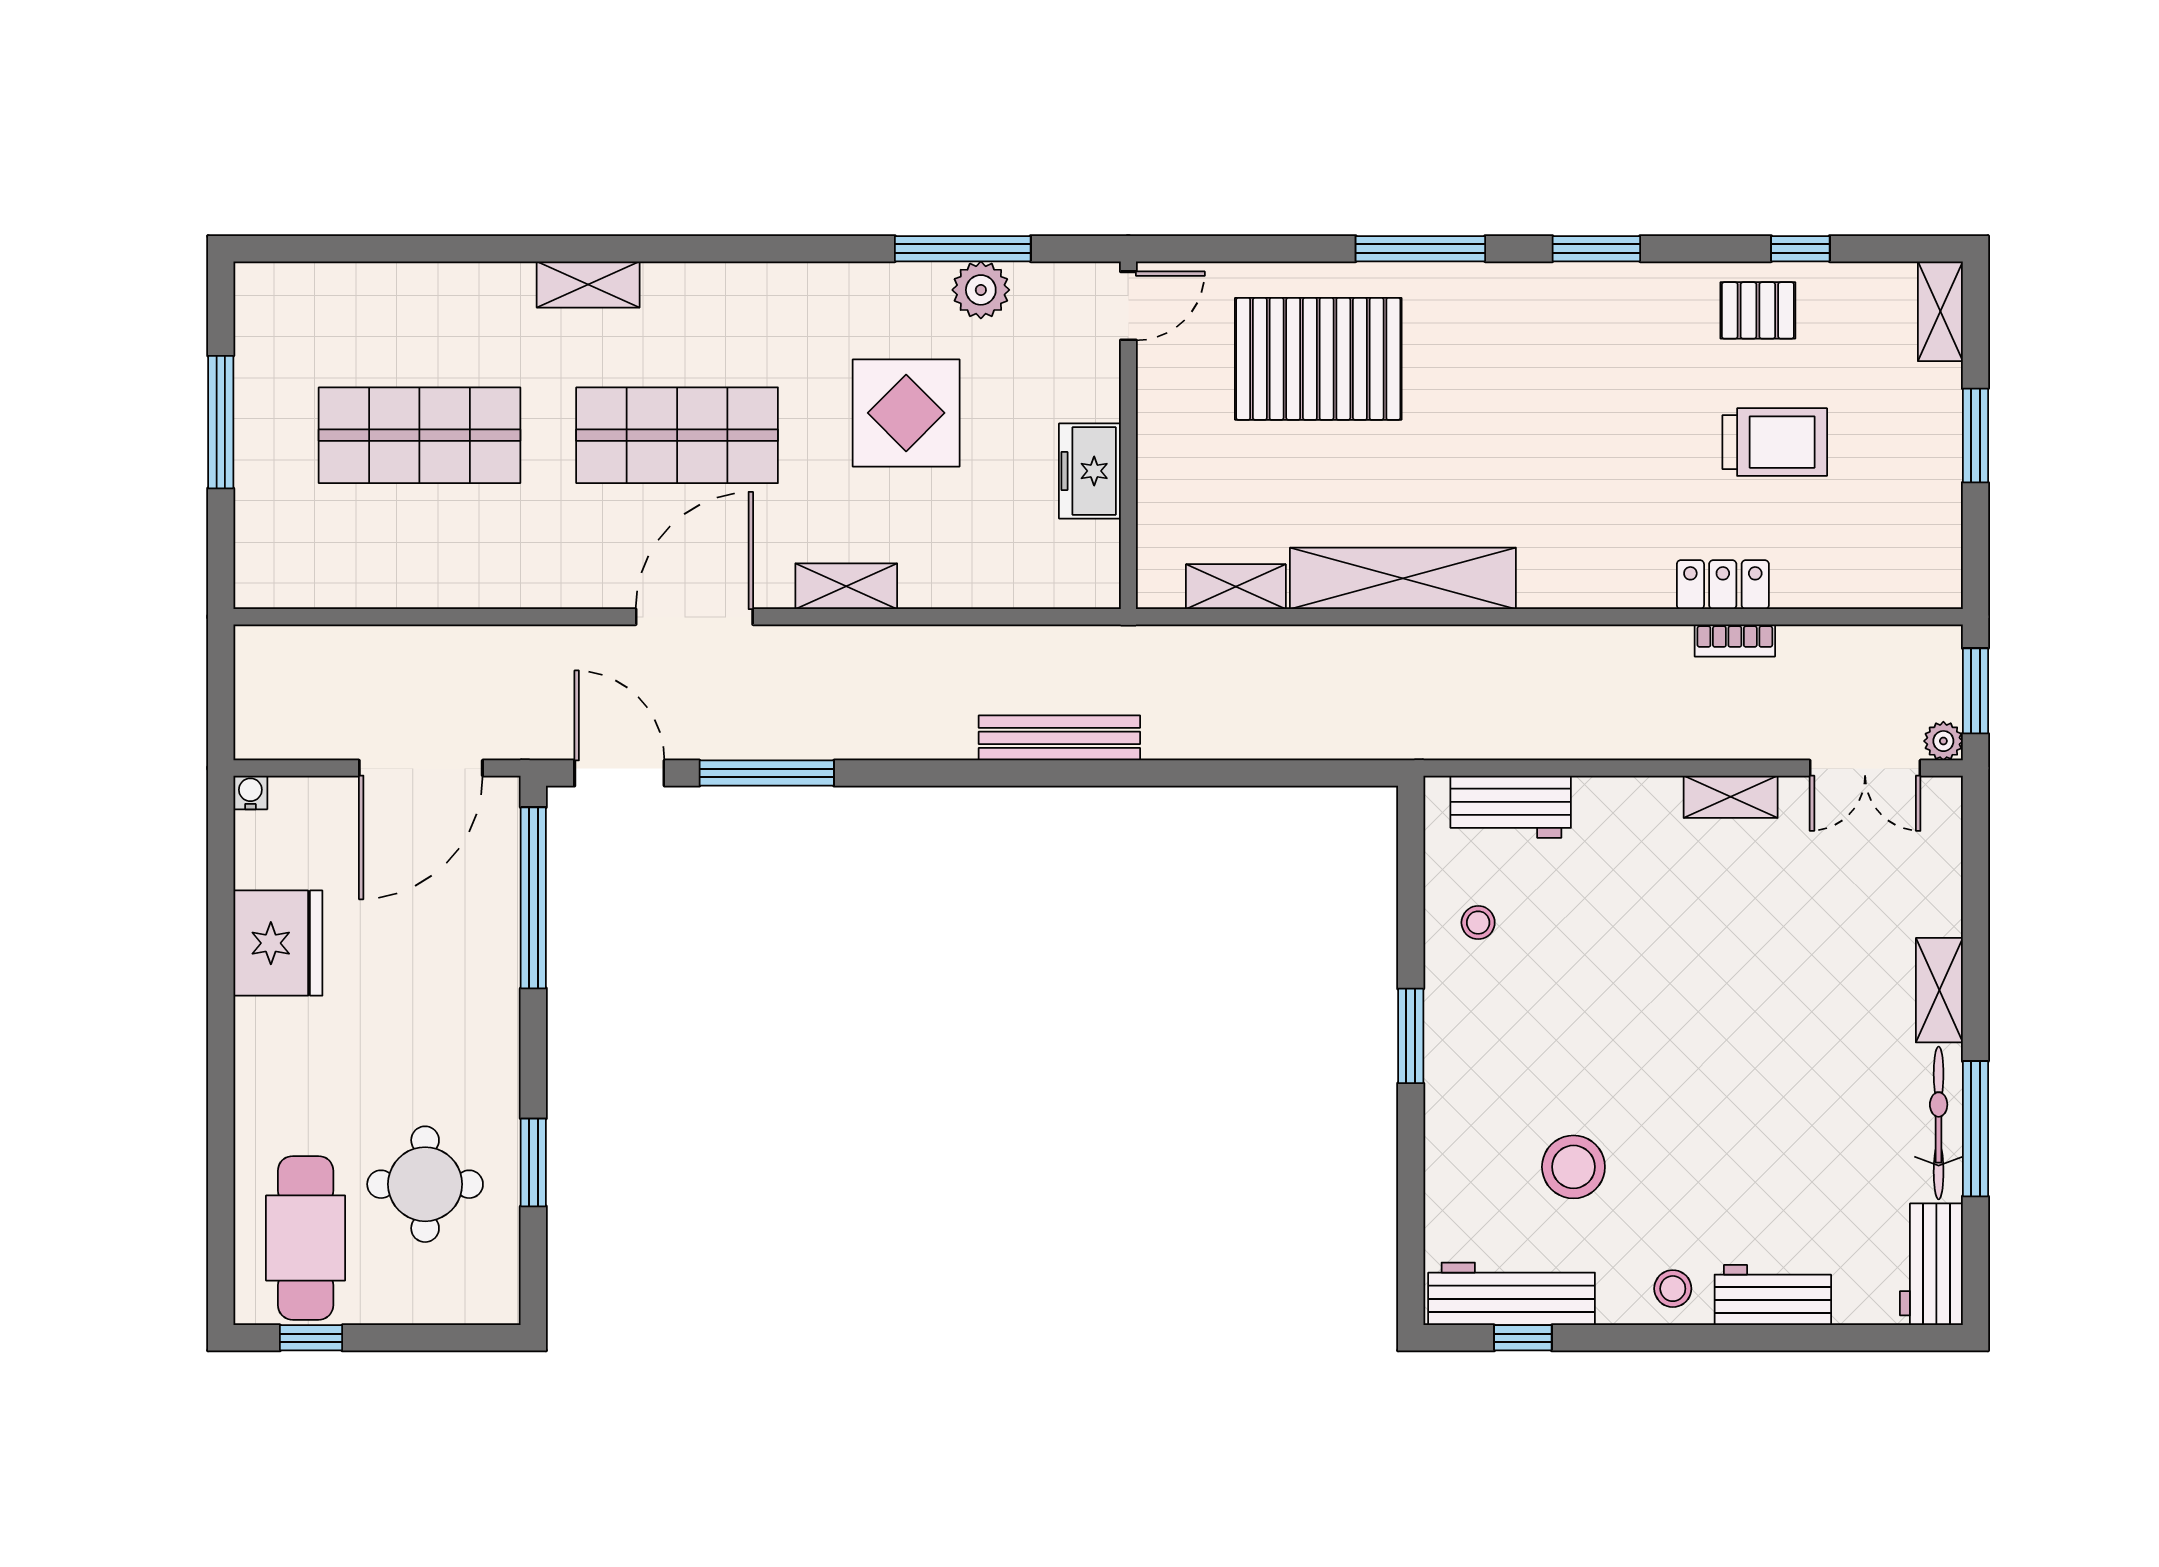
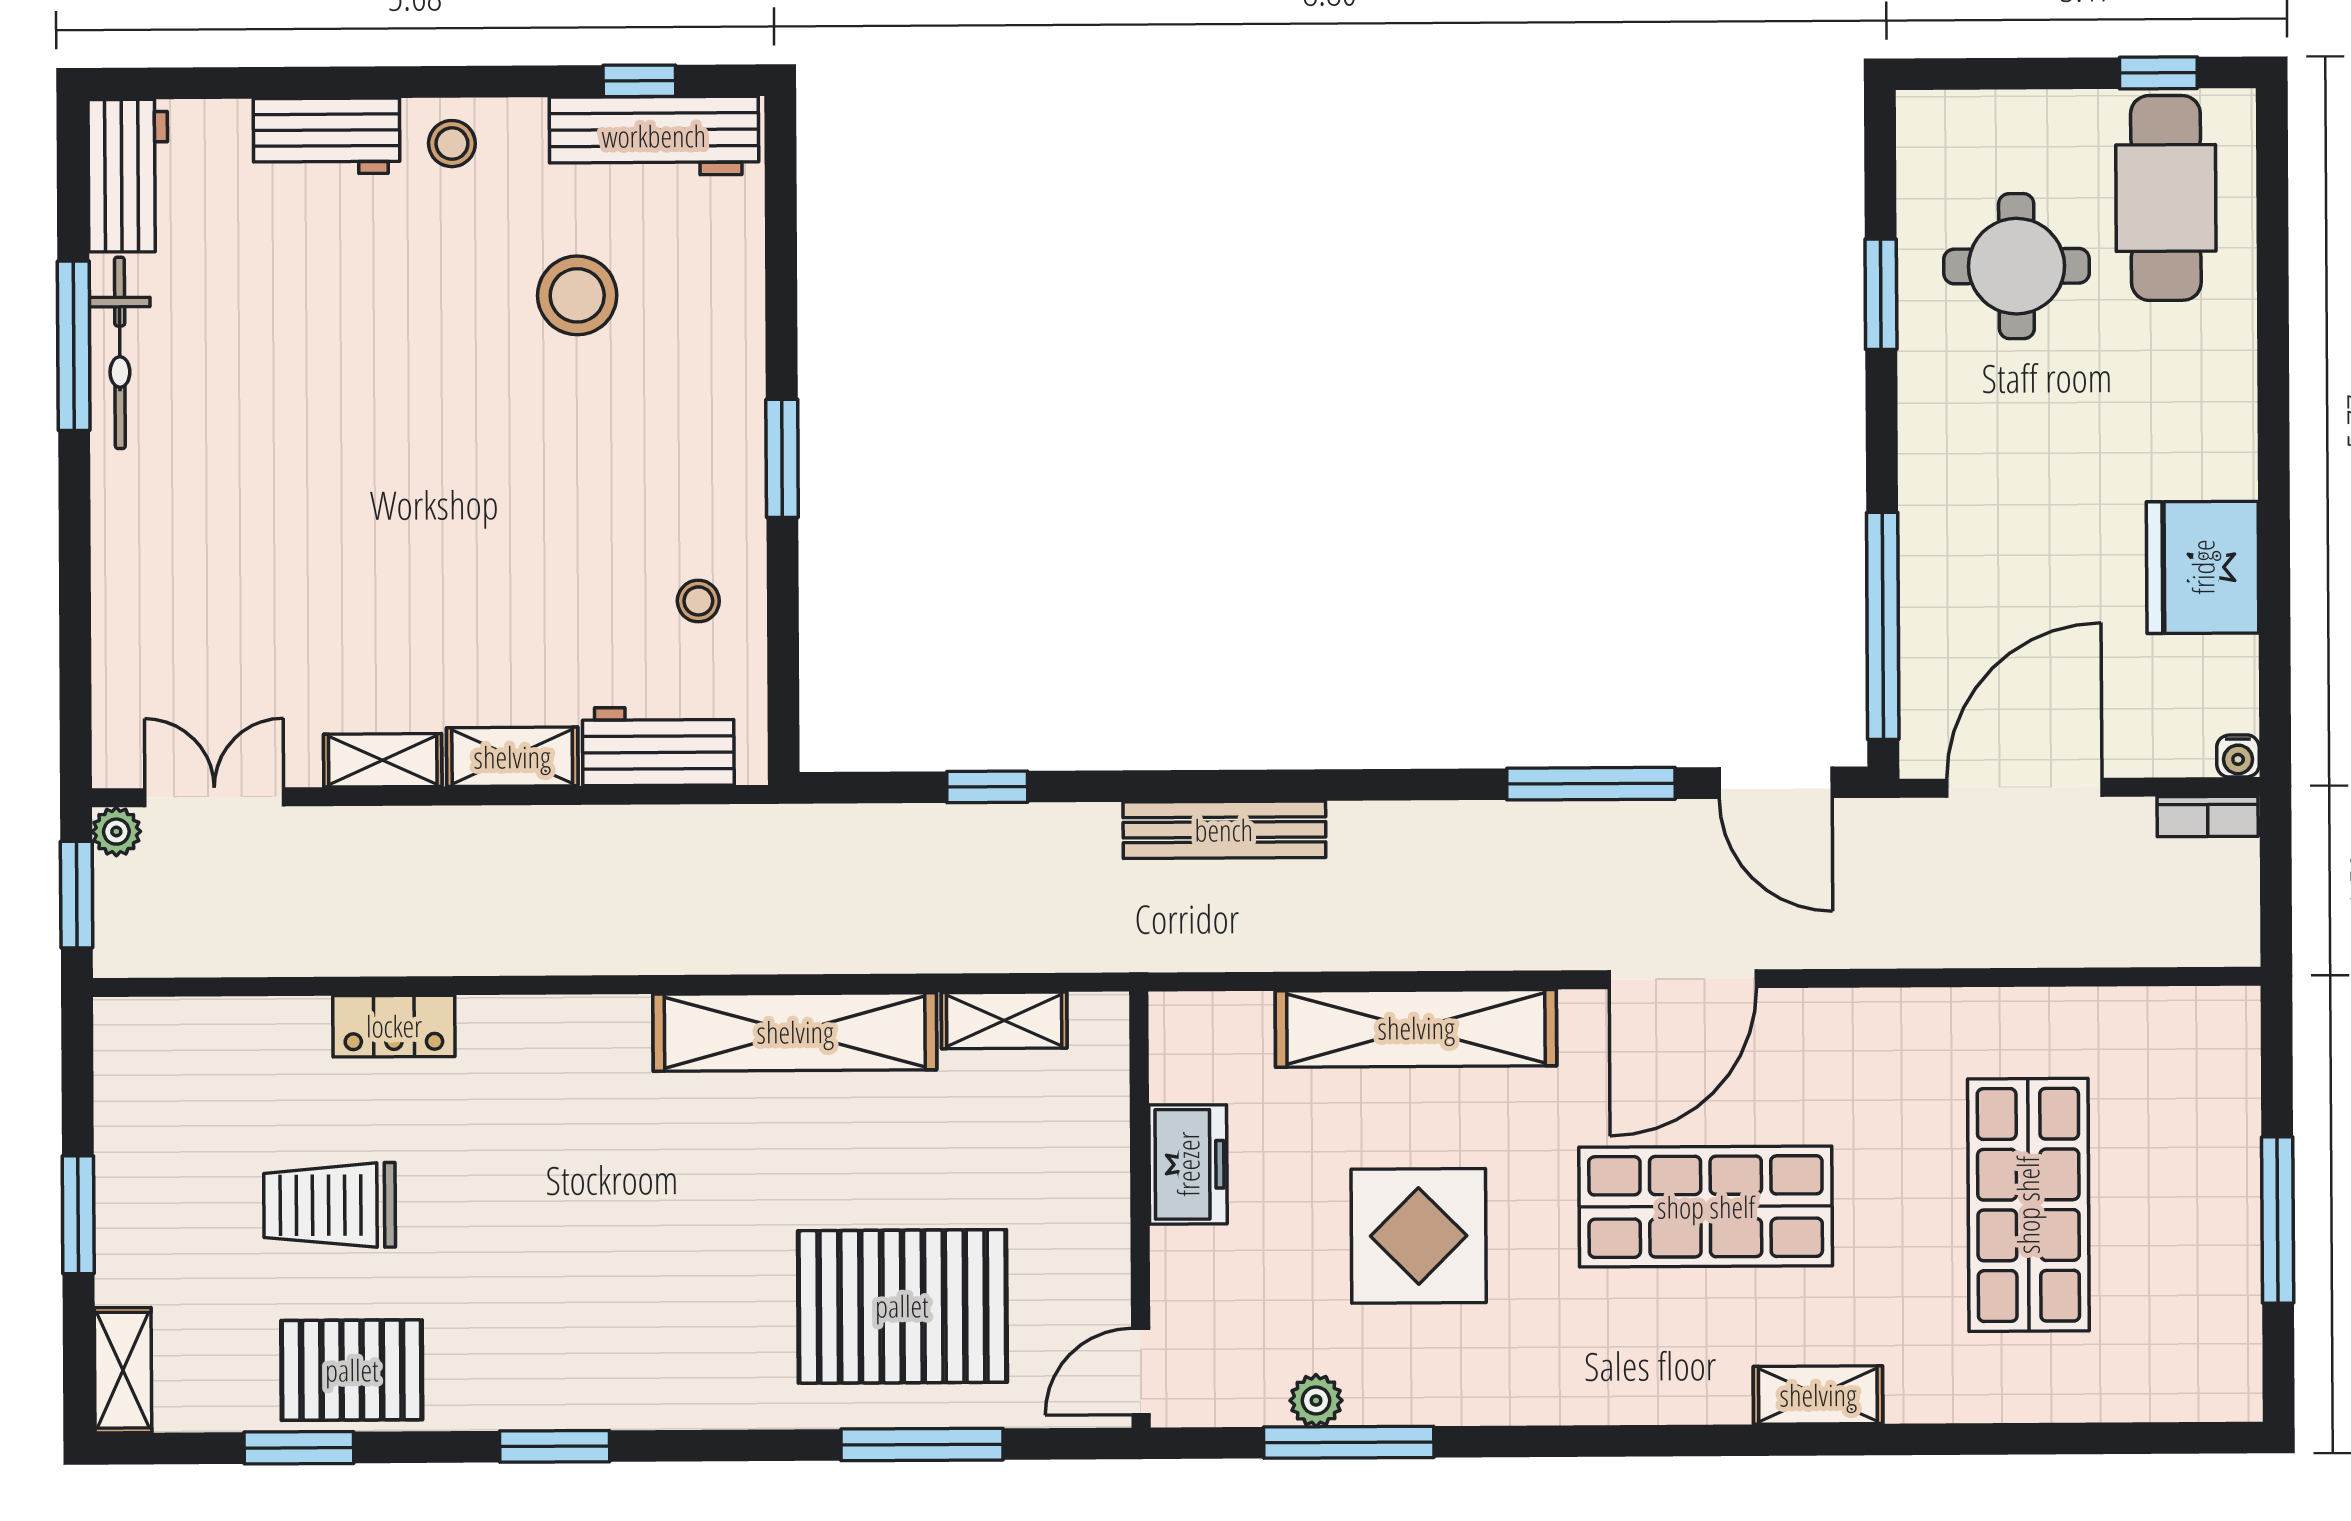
window: (1420, 249) -> (922, 1444), moved
window: (1800, 249) -> (299, 1448), width x1.50
plant: (981, 290) -> (1316, 1401), width x0.73, depth x0.73
pallet: (1758, 310) -> (352, 1370), width x1.50, depth x1.42
shop shelf: (419, 435) -> (2028, 1205), turned 90
shelving: (846, 586) -> (1416, 1028), width x2.20, depth x1.33
bookcase: (1735, 640) -> (2208, 816), moved, turned 180
window: (1248, 773) -> (987, 787), added
shelving: (1939, 990) -> (512, 757), moved, turned 90

